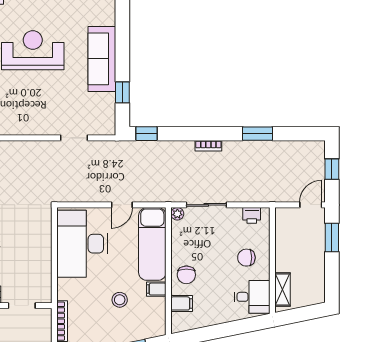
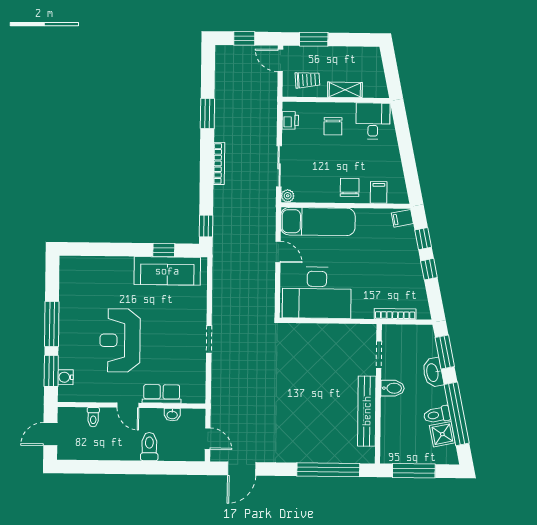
sofa: (102, 59) -> (167, 271), moved
doorway: (74, 138) -> (209, 339), moved
bookcase: (208, 146) -> (219, 163), width x1.56
trolley: (292, 232) -> (307, 80), added
chair: (186, 275) -> (350, 187), turned -90
filing cabinet: (156, 289) -> (402, 218), moved, turned 78
shelving: (282, 289) -> (345, 90), moved
stool: (120, 300) -> (374, 255), removed

